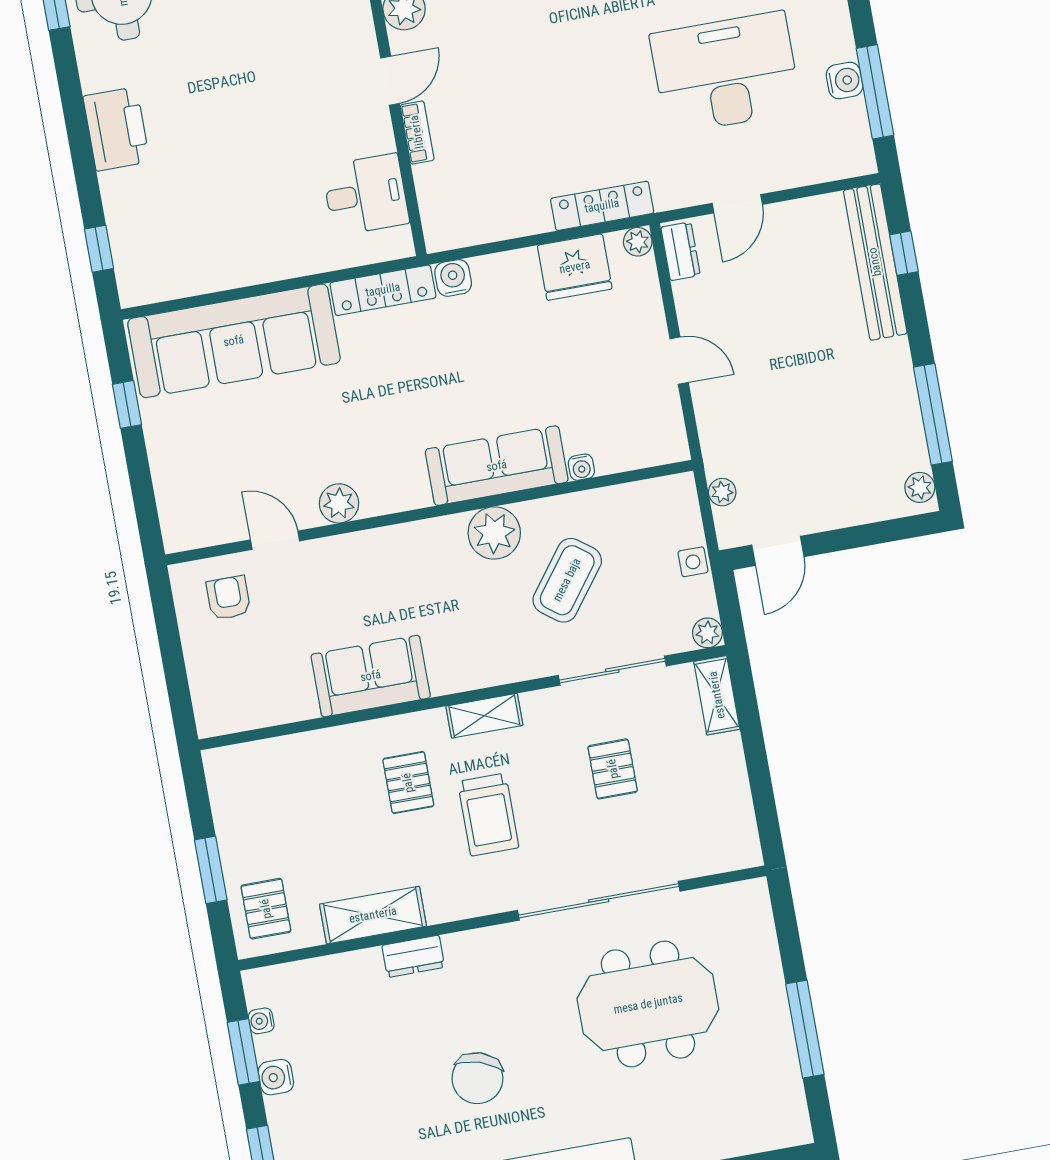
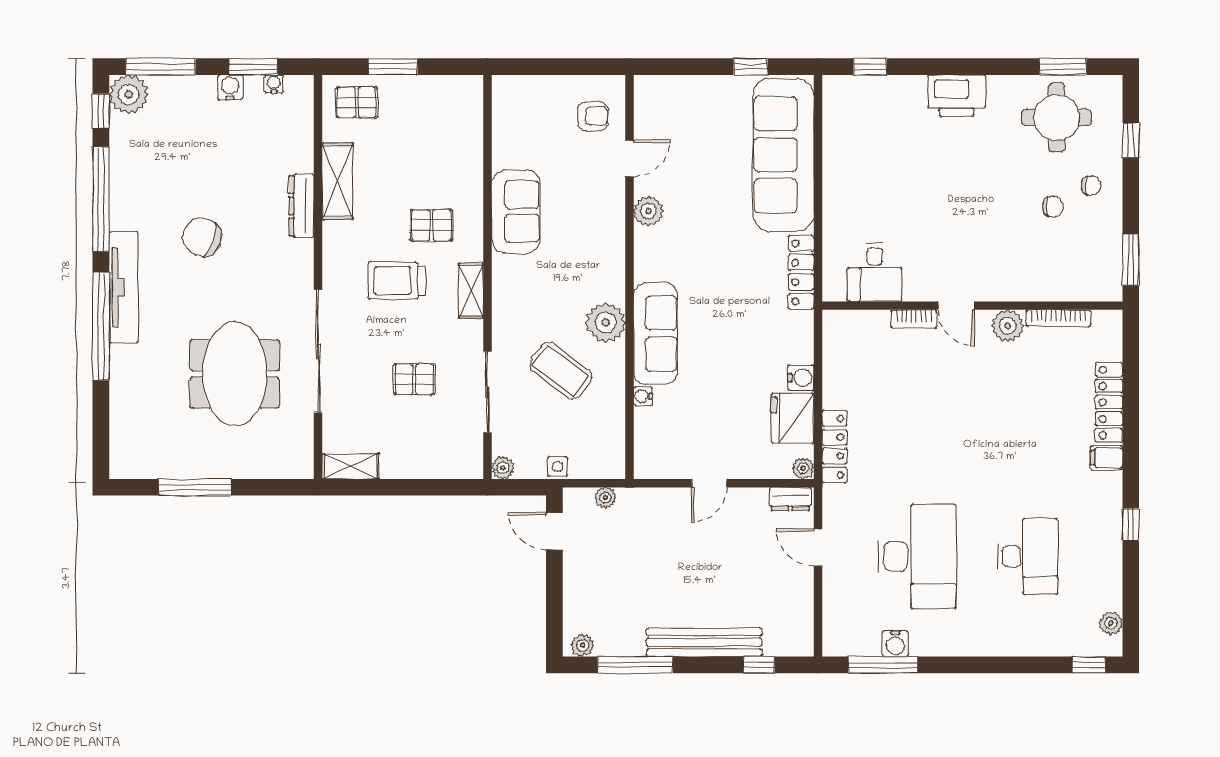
bench: (875, 262) -> (704, 642), moved
water cooler: (453, 278) -> (801, 378), moved
shelving: (717, 695) -> (350, 466), moved
dresser: (413, 956) -> (302, 206), width x1.44

